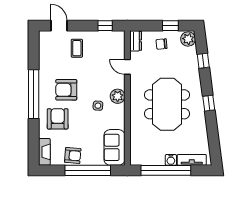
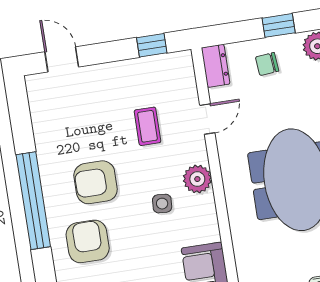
coffee table: (77, 48) -> (147, 126), moved
door: (127, 67) -> (207, 119), swing flipped

